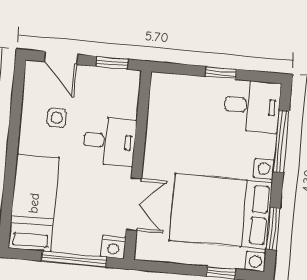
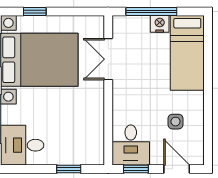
window: (221, 73) -> (69, 169), moved
desk: (109, 141) -> (131, 145), moved, turned -90
nightstand: (113, 247) -> (160, 24), moved

